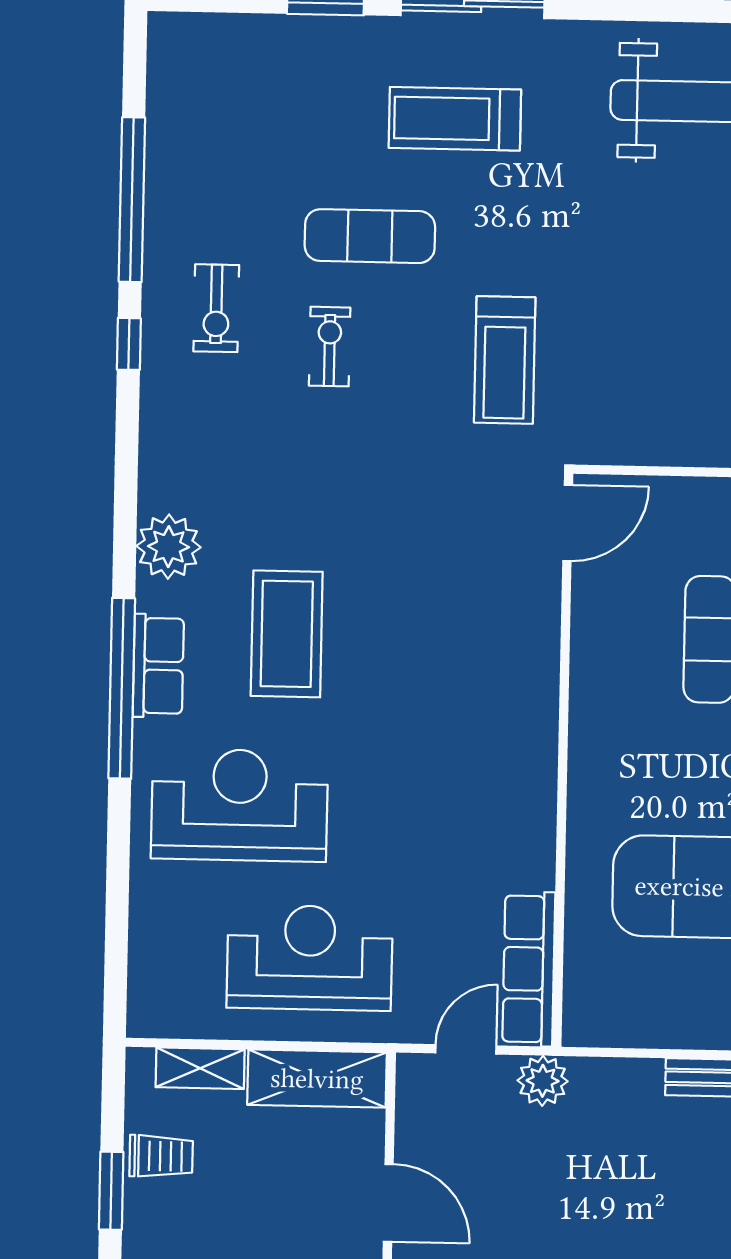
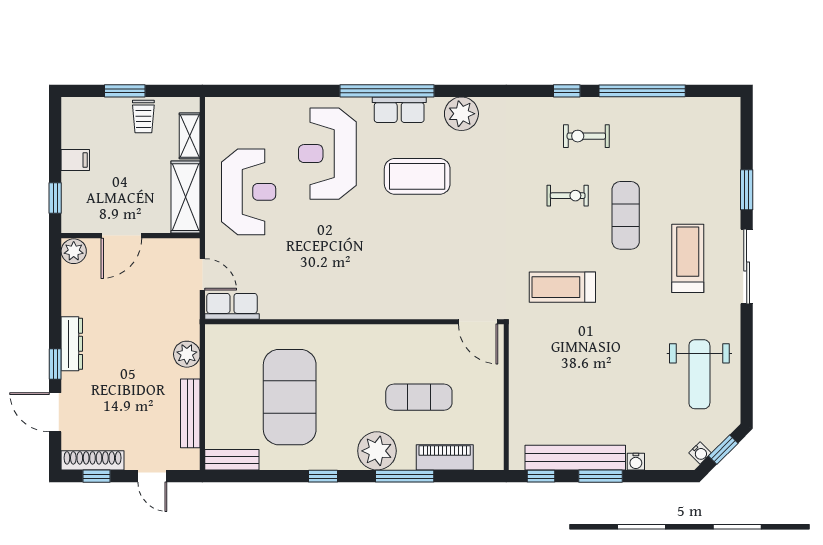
reception desk: (239, 805) -> (327, 154), turned 180
row of seats: (529, 969) -> (232, 306), width x0.68
plant: (543, 1081) -> (187, 354), moved

